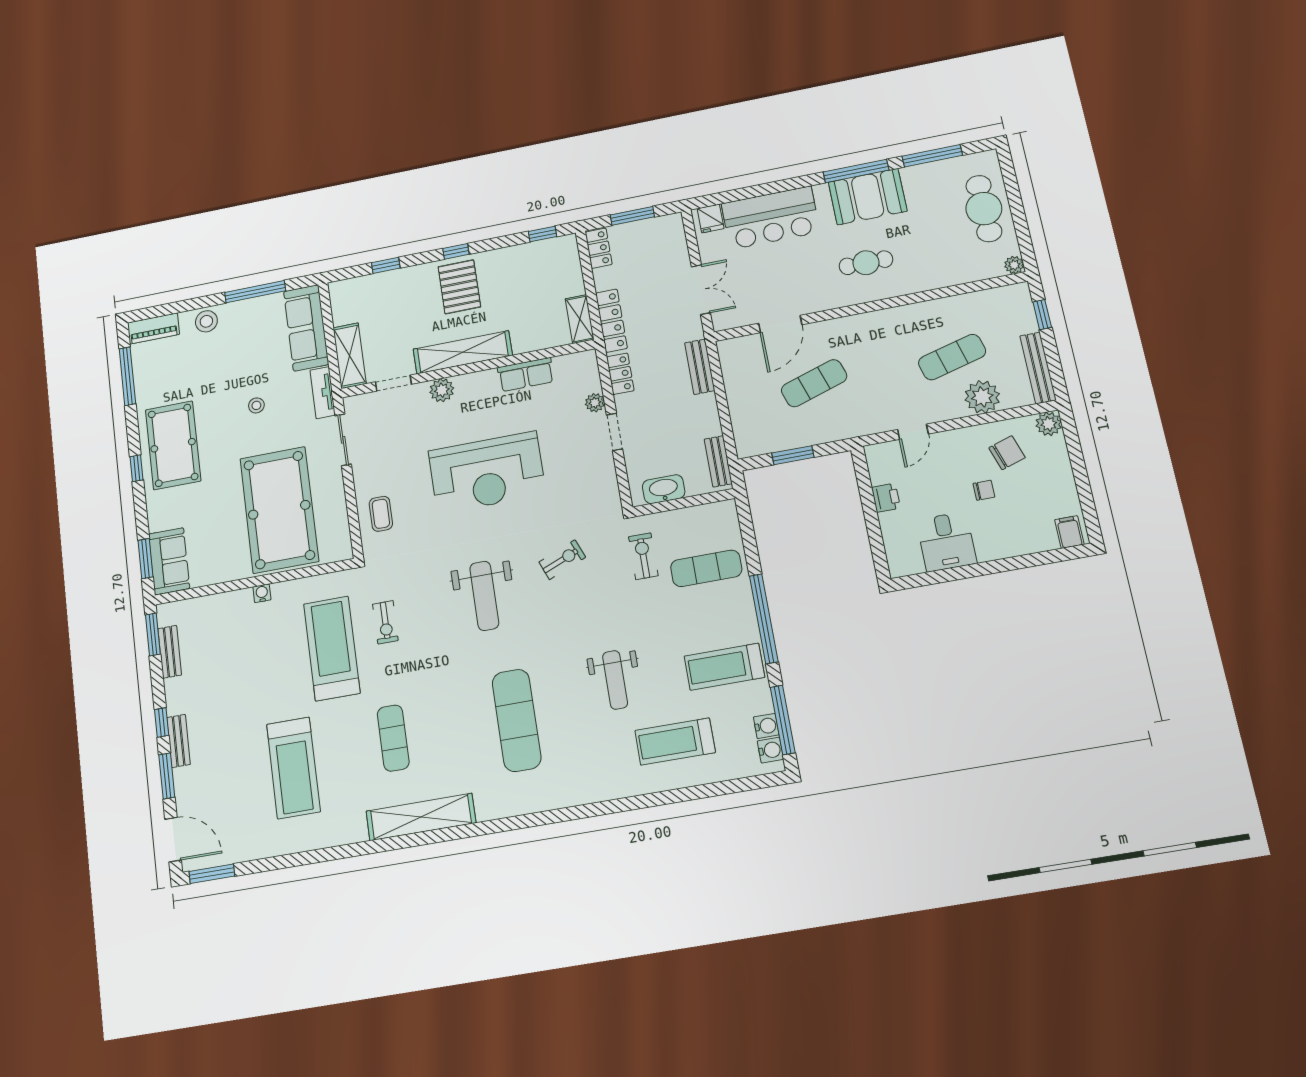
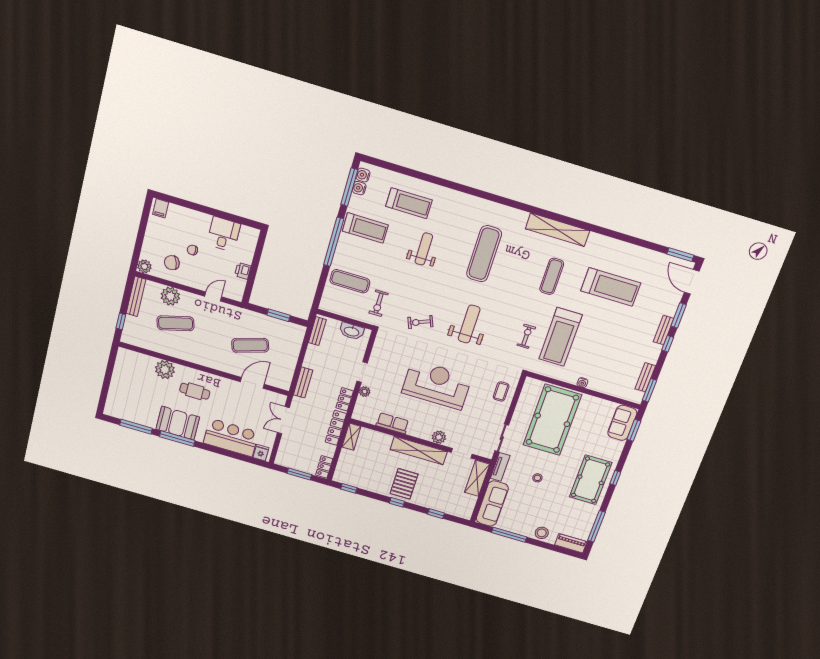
cafe table: (984, 209) -> (124, 388), removed
plant: (1014, 265) -> (165, 370), moved, width x1.87, depth x1.87
treadmill: (293, 768) -> (611, 287), turned 90

